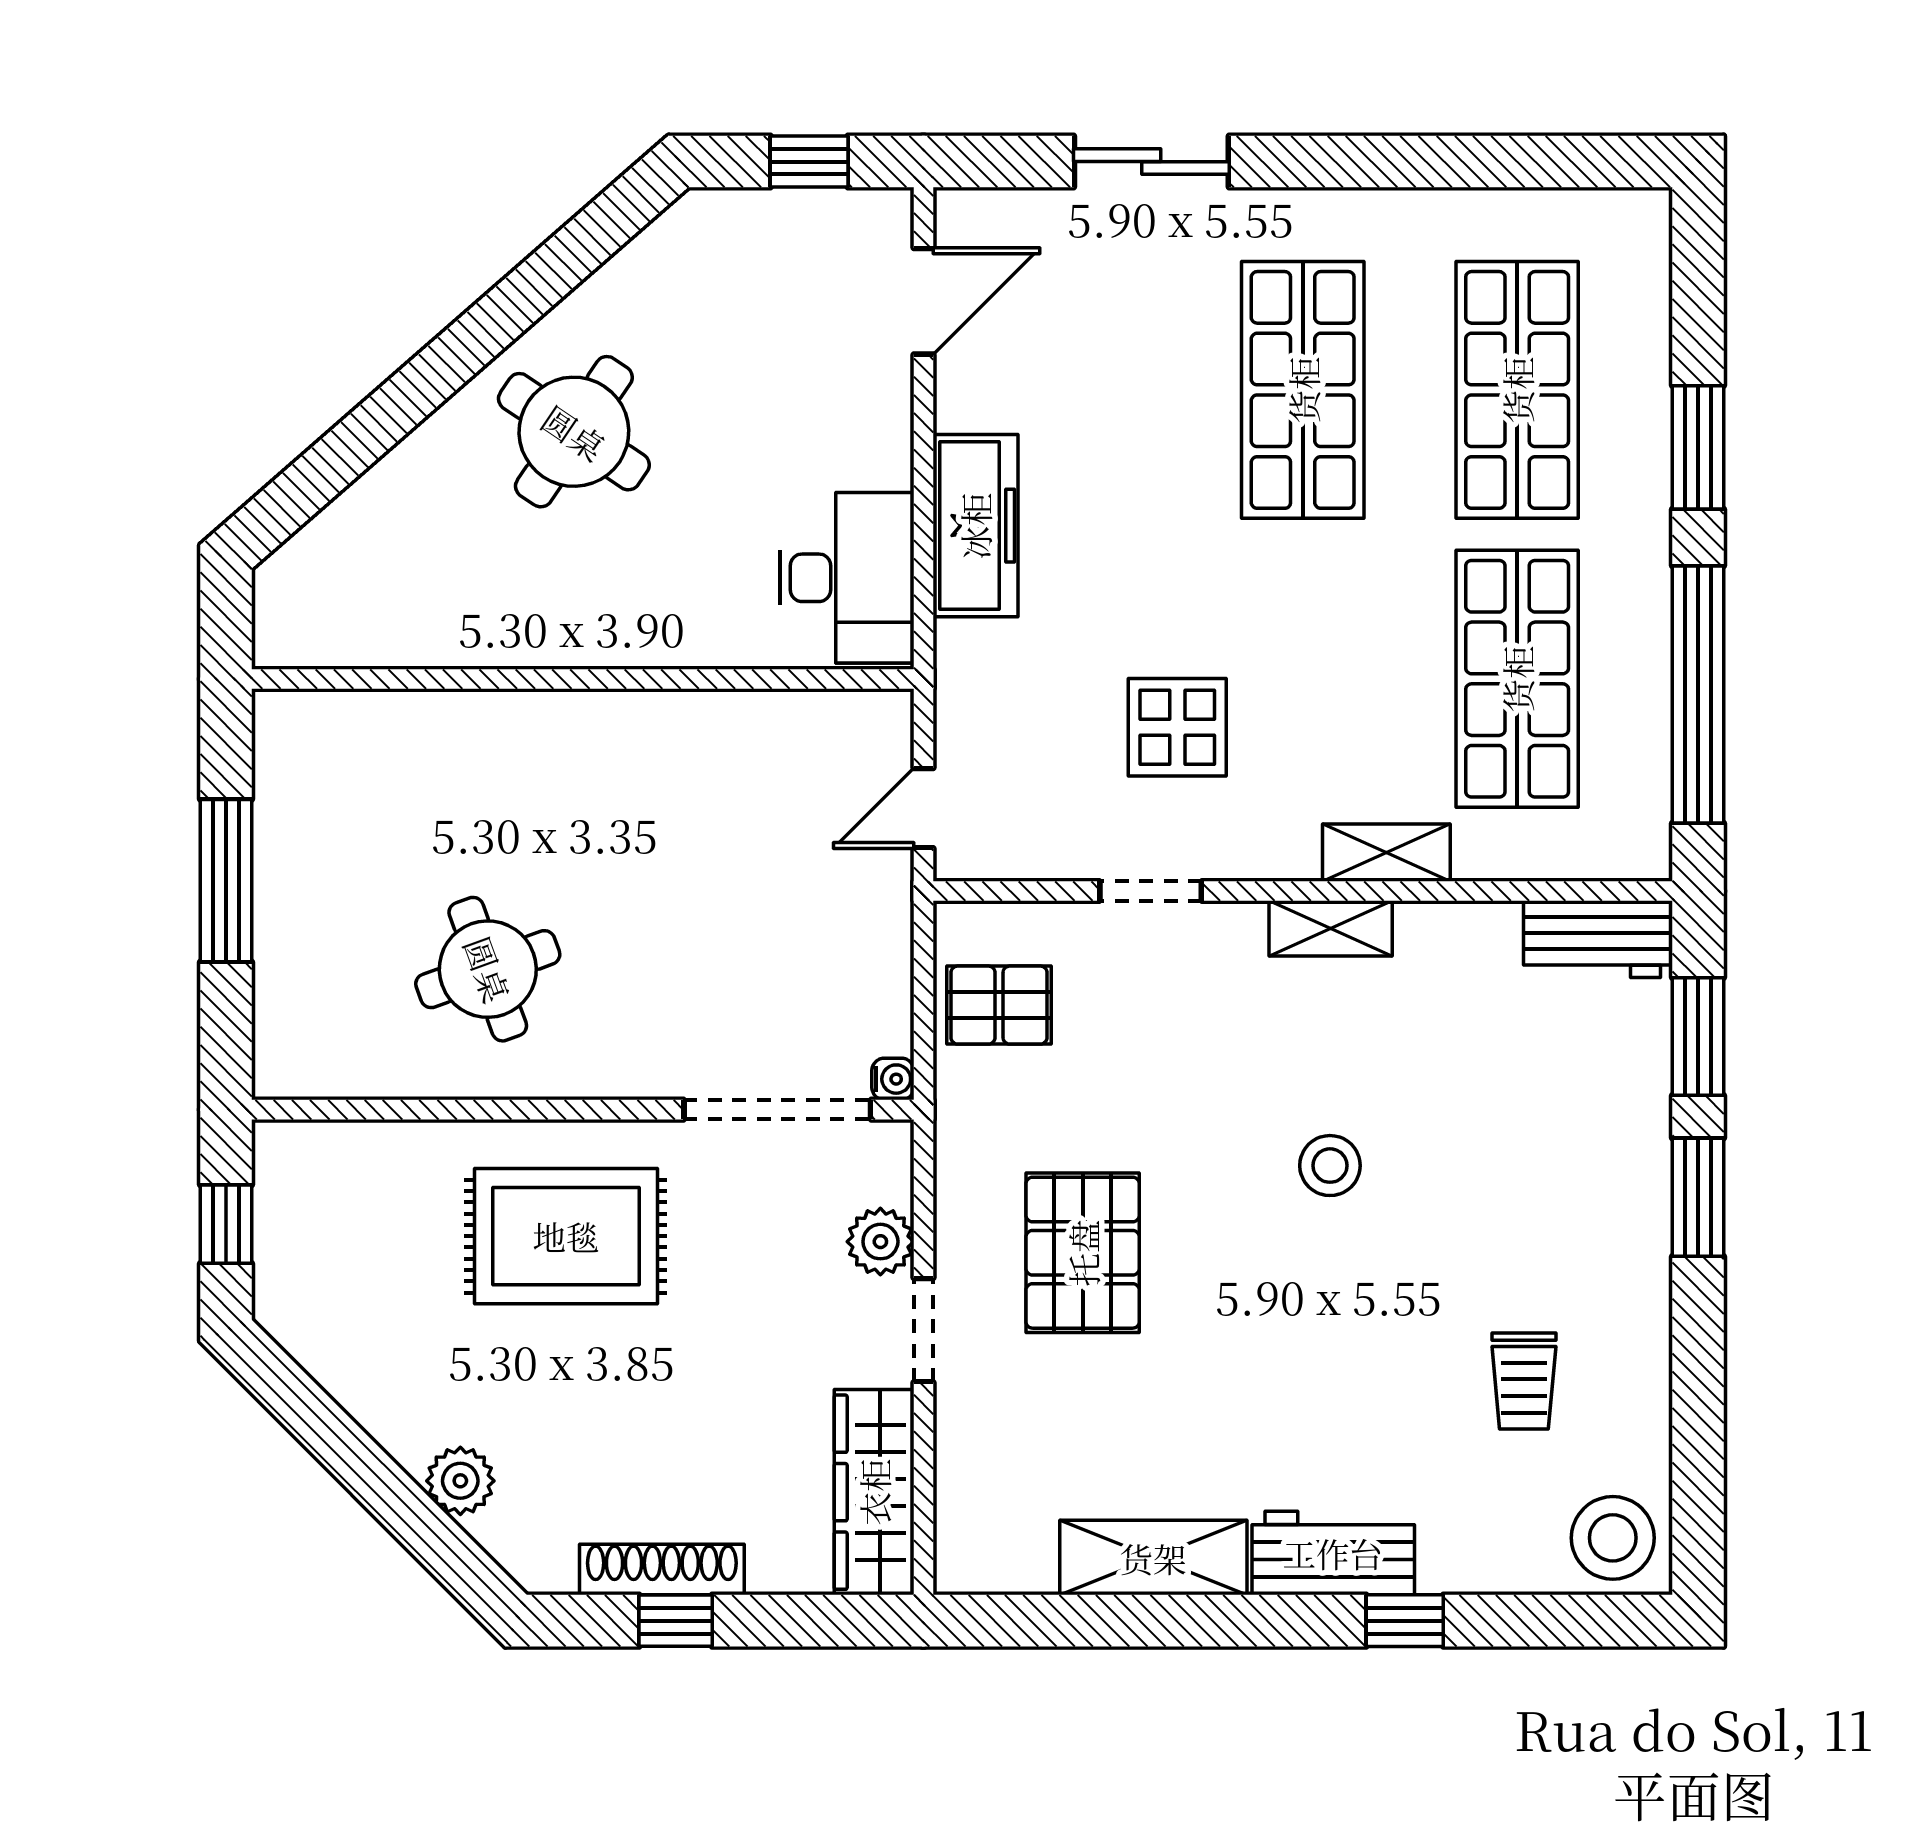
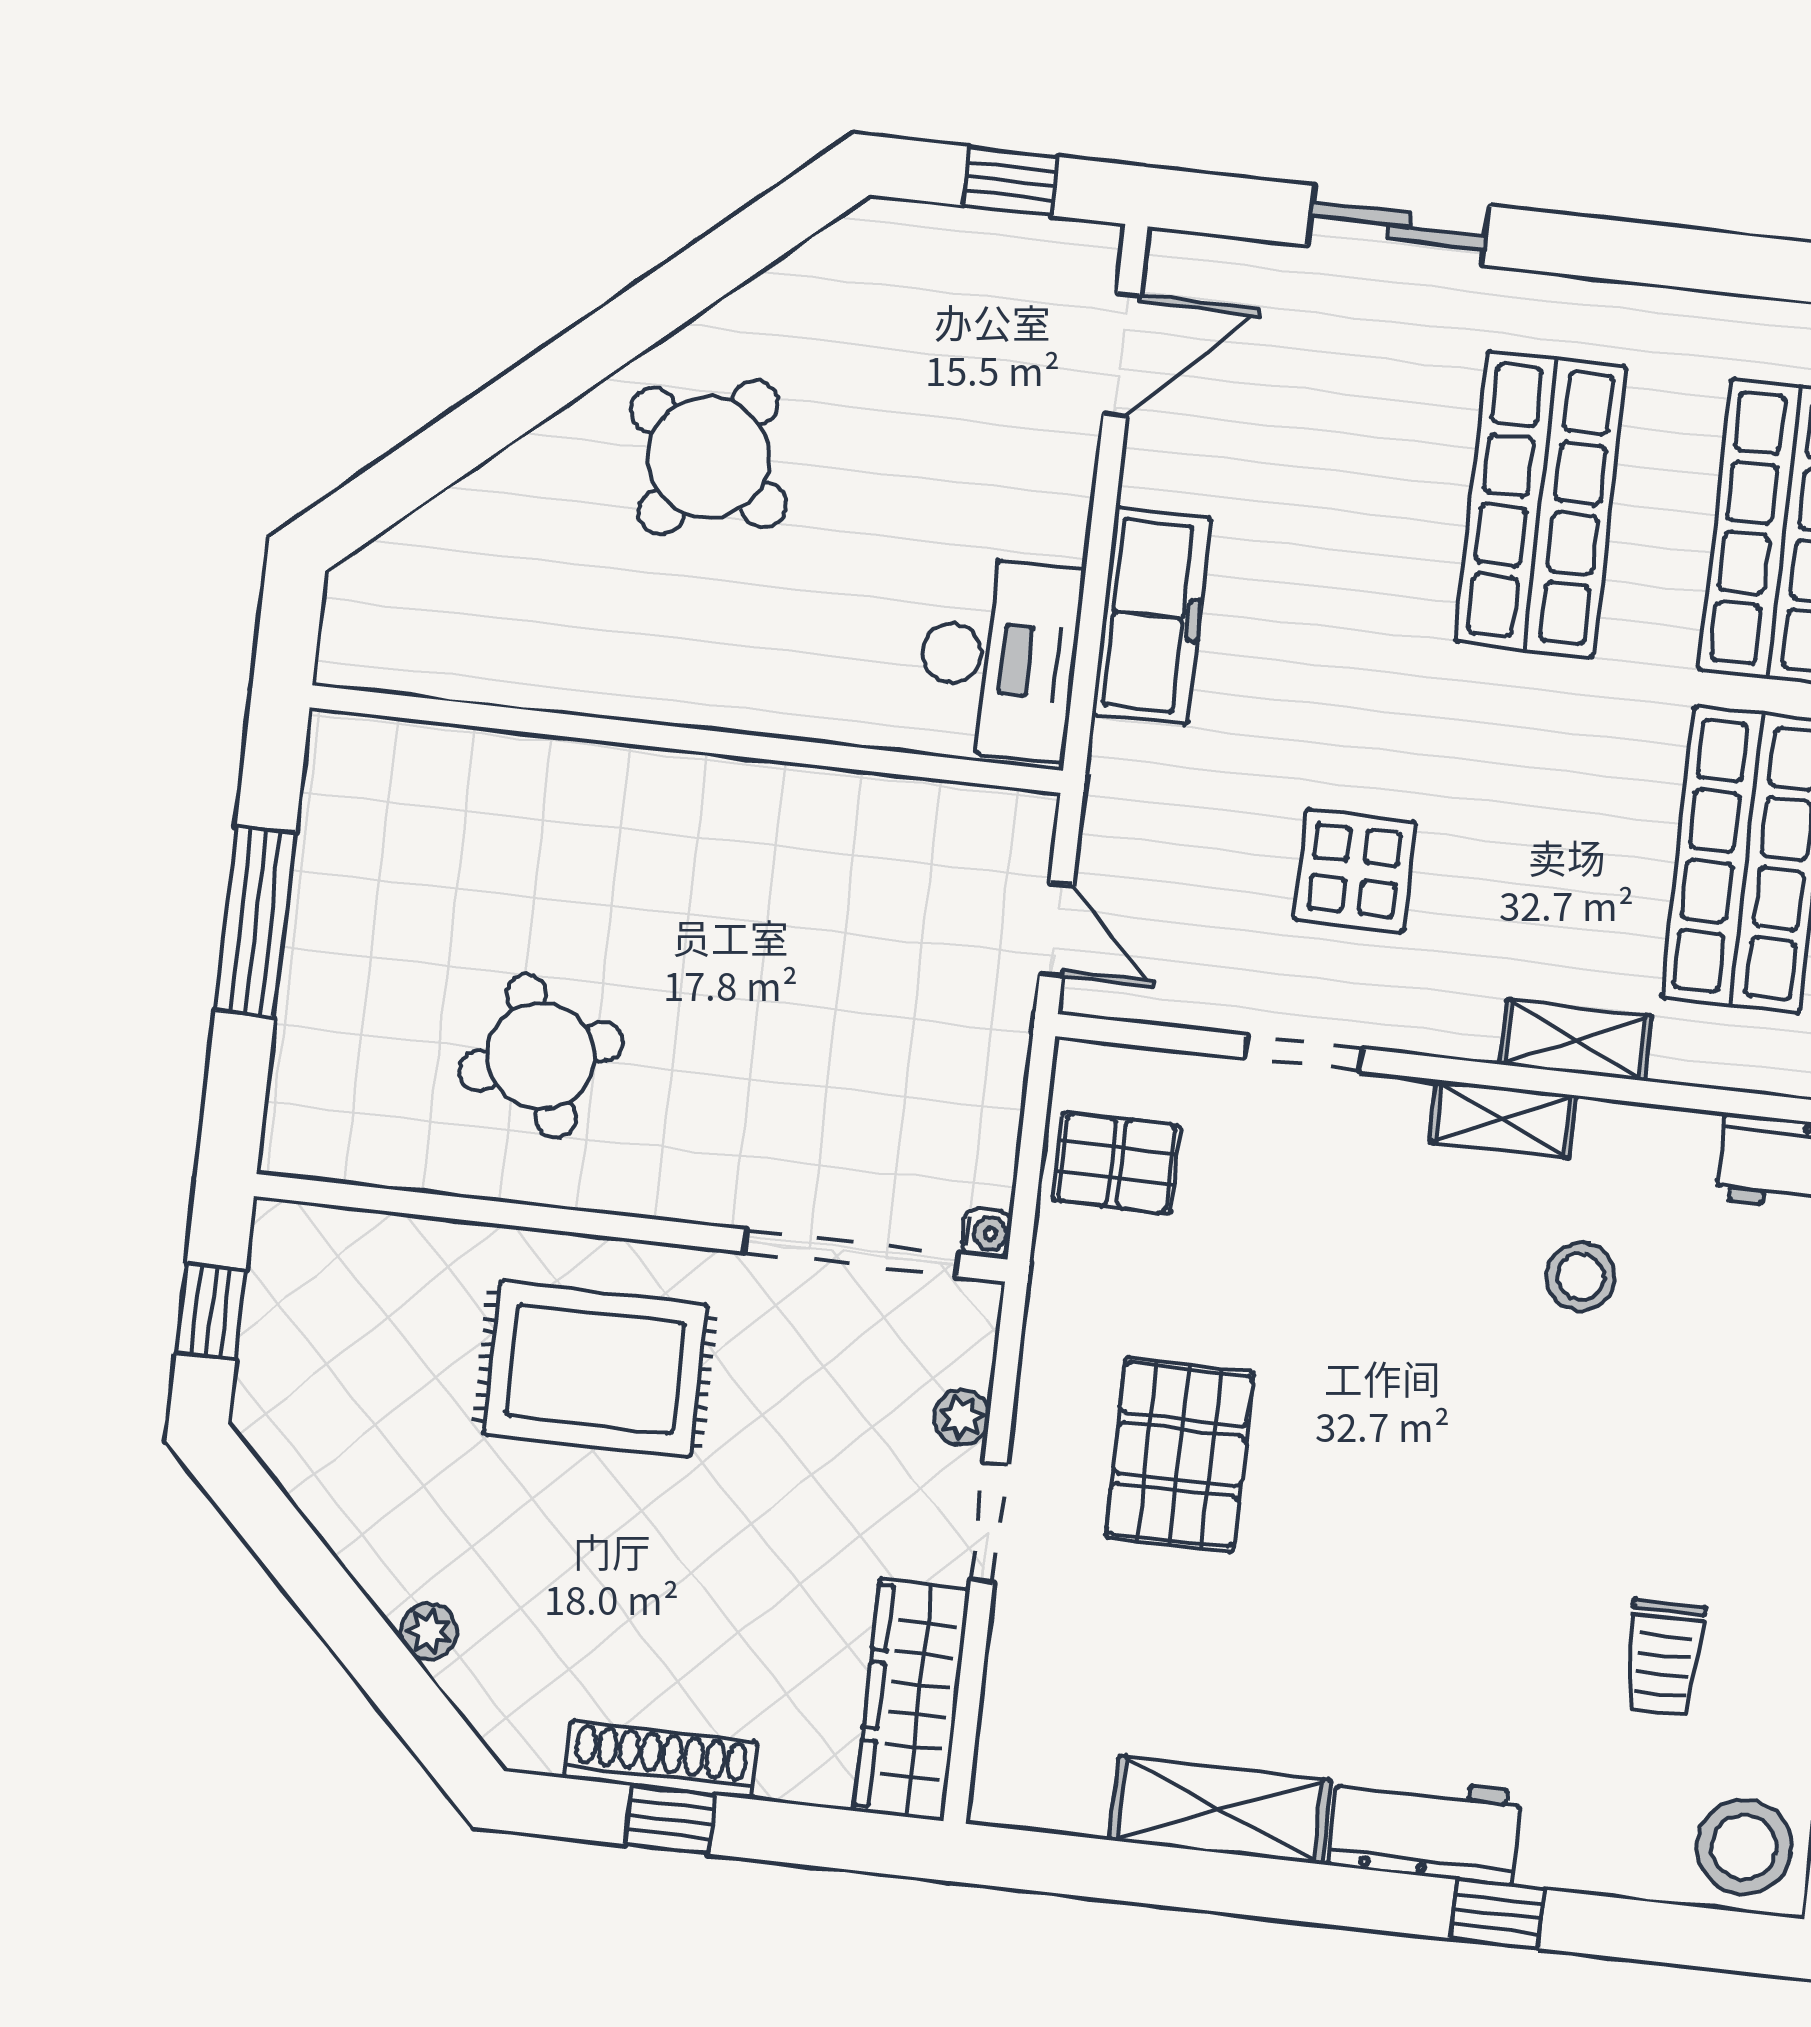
door: (923, 808) -> (1056, 930), swing flipped
stool: (1330, 1166) -> (1580, 1277), moved
plant: (880, 1242) -> (962, 1417), width x0.73, depth x0.73
plant: (460, 1481) -> (429, 1631), width x0.73, depth x0.73

